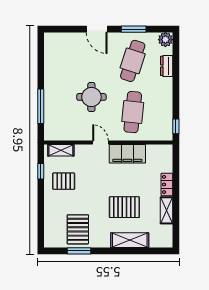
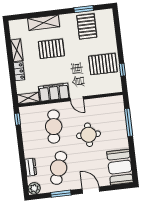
booth: (58, 53) -> (120, 167), added
shelving: (61, 150) -> (28, 98), moved
pallet: (64, 181) -> (103, 64), width x1.50, depth x1.42

